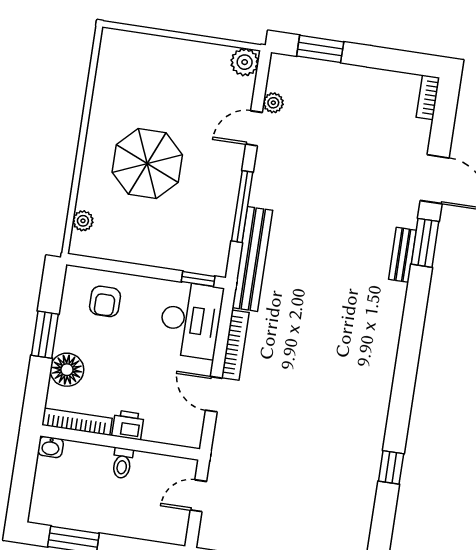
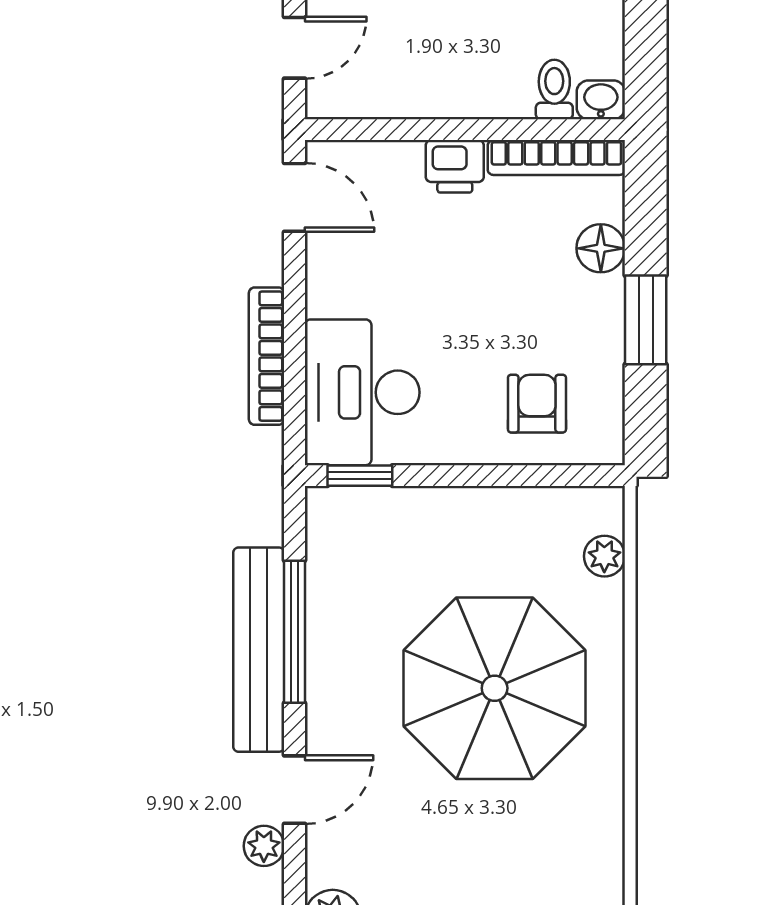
parasol: (147, 164) -> (495, 688), width x1.36, depth x1.36
bench: (252, 259) -> (259, 650), moved
floor lamp: (67, 370) -> (601, 248), width x0.73, depth x0.73
door: (214, 394) -> (294, 197), moved
toilet: (122, 463) -> (554, 89), moved

